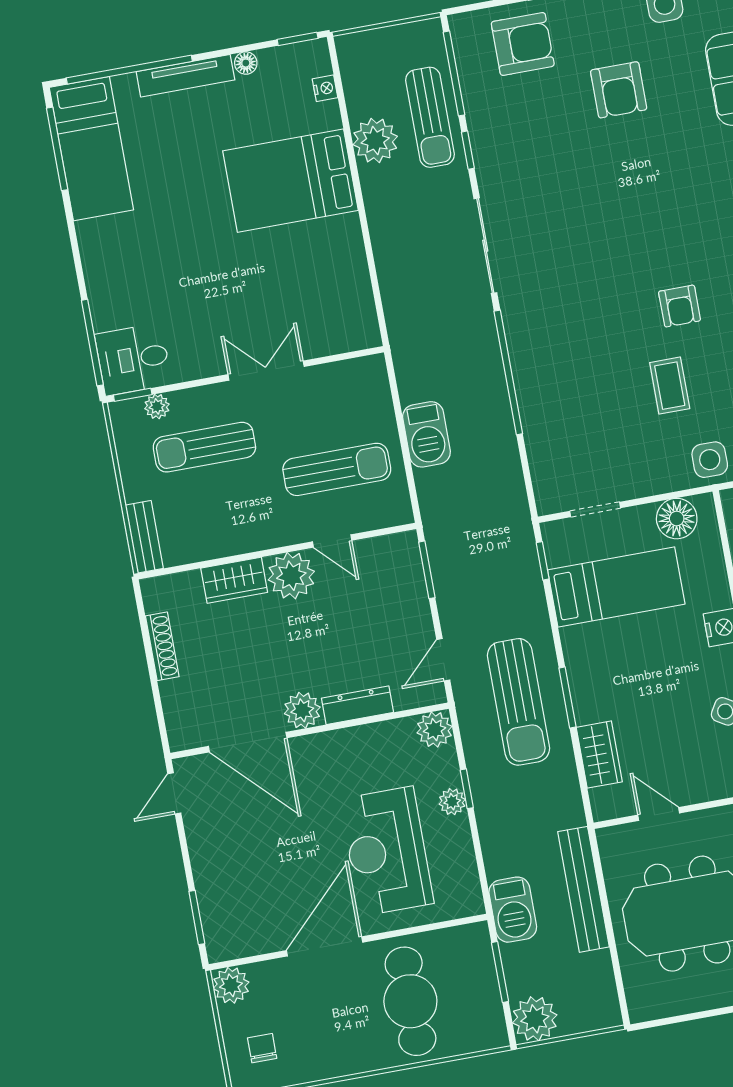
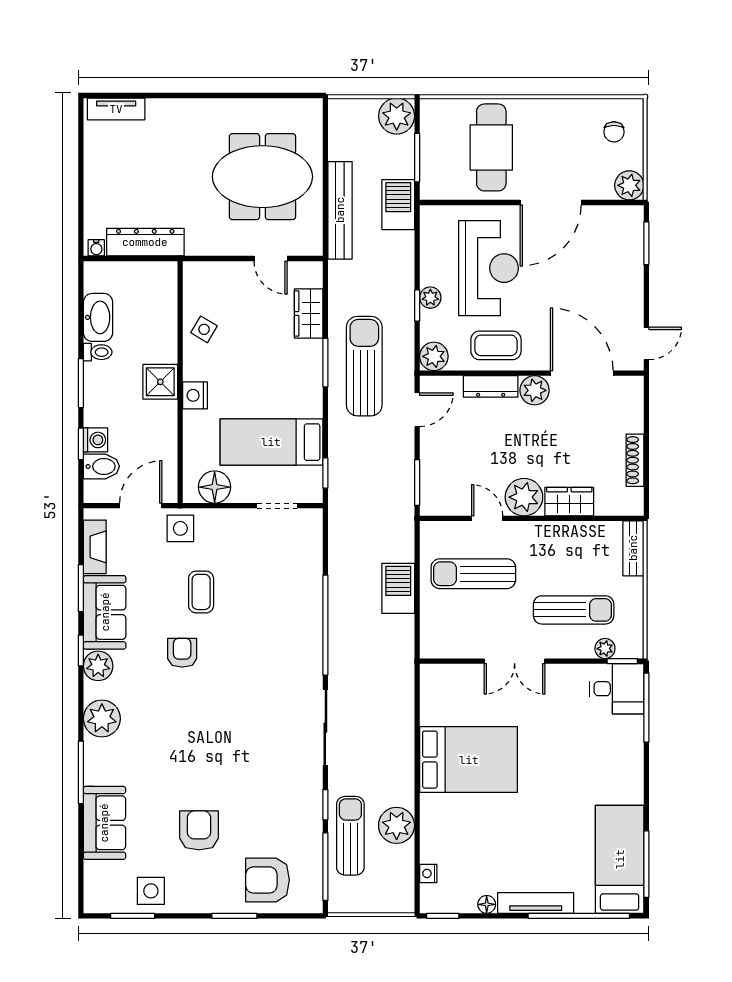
bed: (290, 181) -> (469, 760), moved
coffee table: (360, 757) -> (496, 345), added

